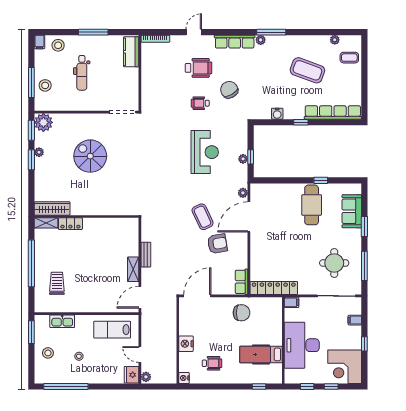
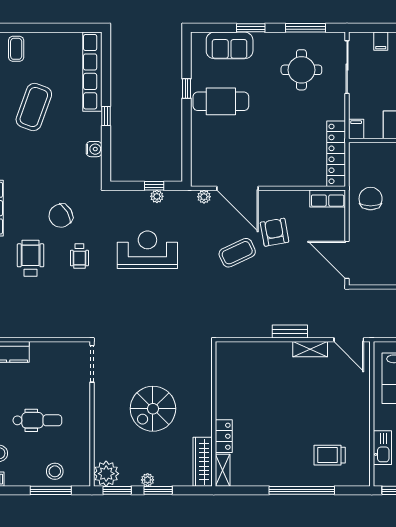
wardrobe: (52, 208) -> (203, 462), moved
wall: (87, 216) -> (214, 414), moved
shelving: (46, 223) -> (223, 470), moved
locker: (70, 224) -> (224, 436), moved

